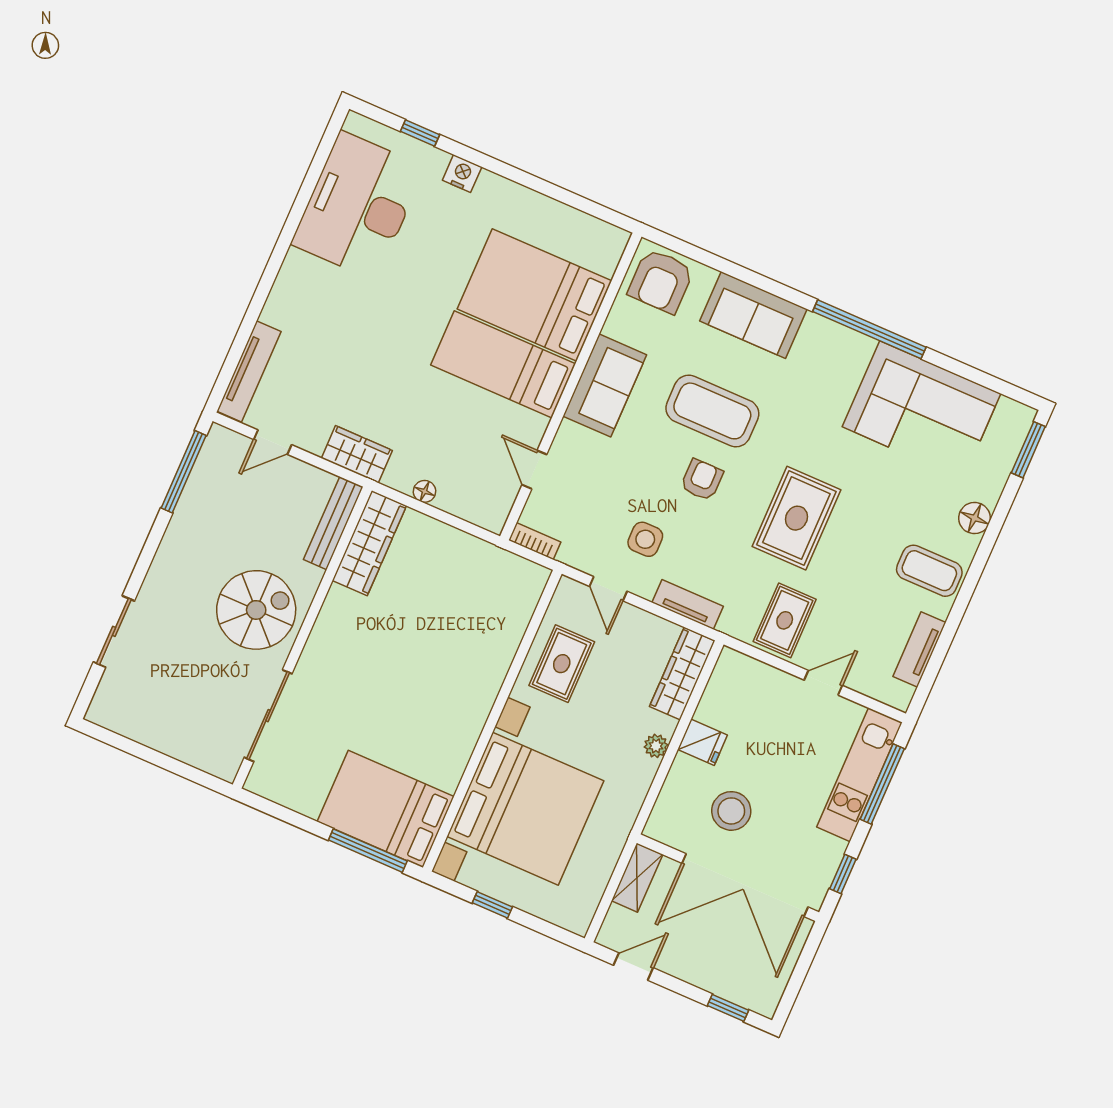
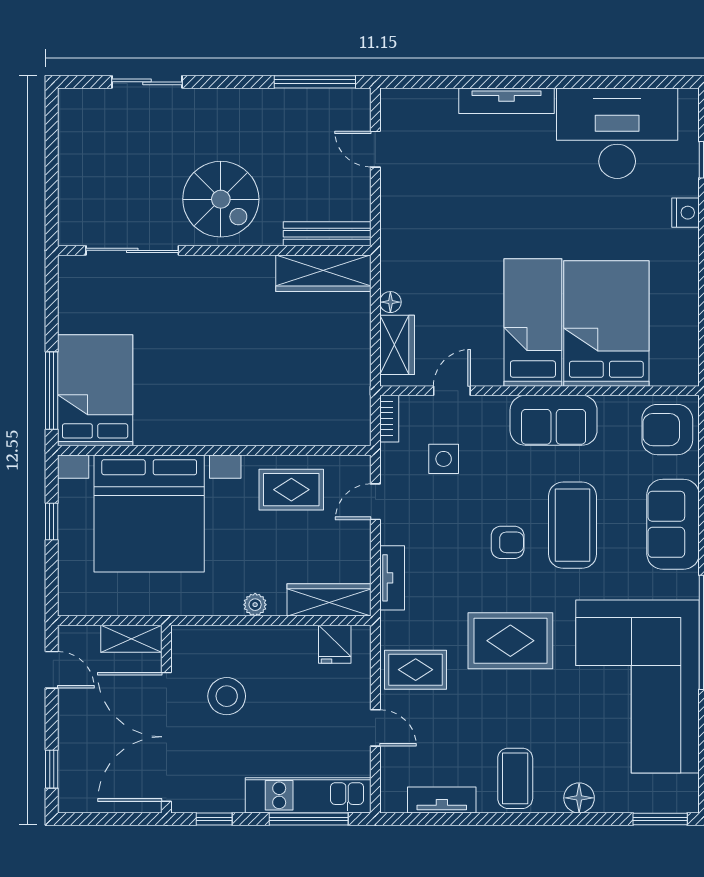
tv unit: (249, 371) -> (507, 101), moved
corner sofa: (921, 410) -> (638, 686), width x1.36, depth x1.36
wardrobe: (357, 454) -> (397, 345), moved
side table: (645, 539) -> (444, 459), moved
fridge: (702, 742) -> (335, 644), moved

